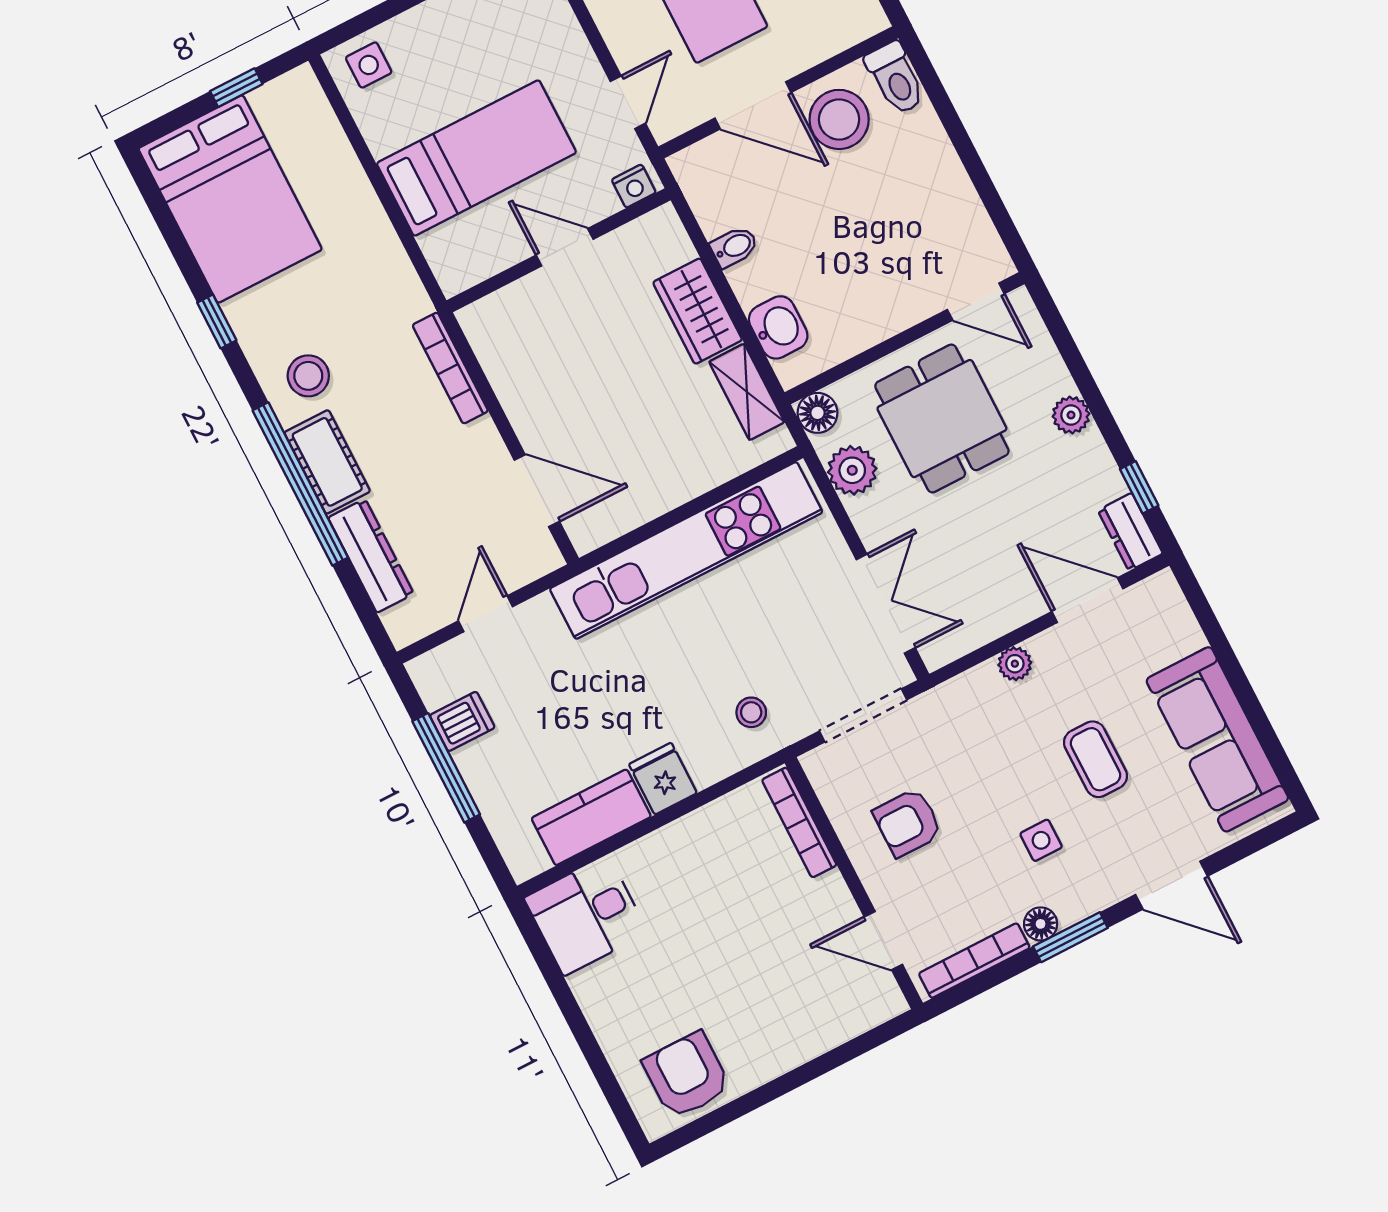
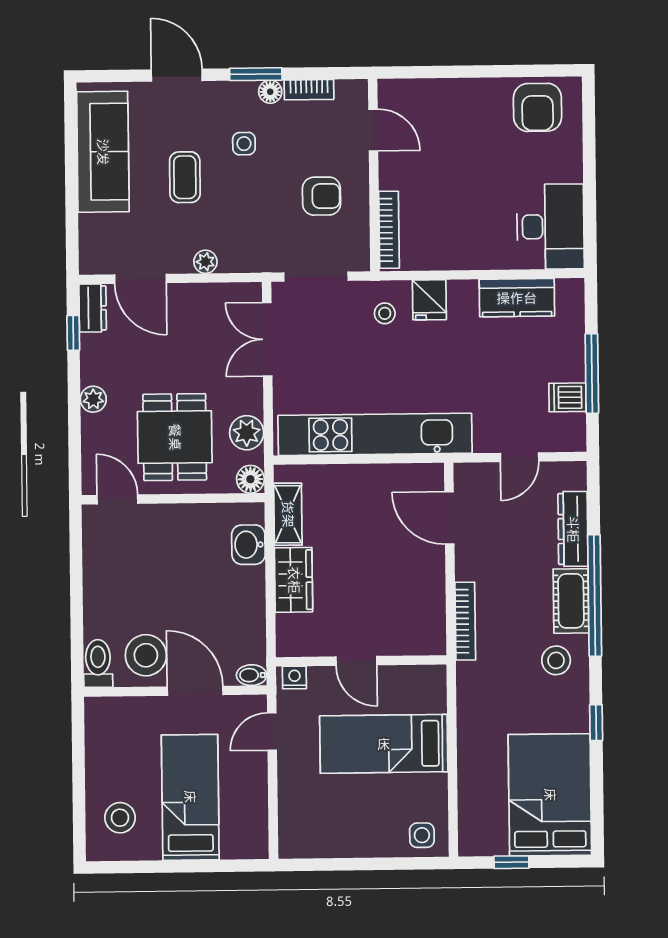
bidet: (734, 247) -> (252, 675), moved
fridge: (663, 779) -> (429, 300), moved
desk: (586, 915) -> (550, 227), width x1.37
bookcase: (974, 961) -> (309, 90), width x0.64

